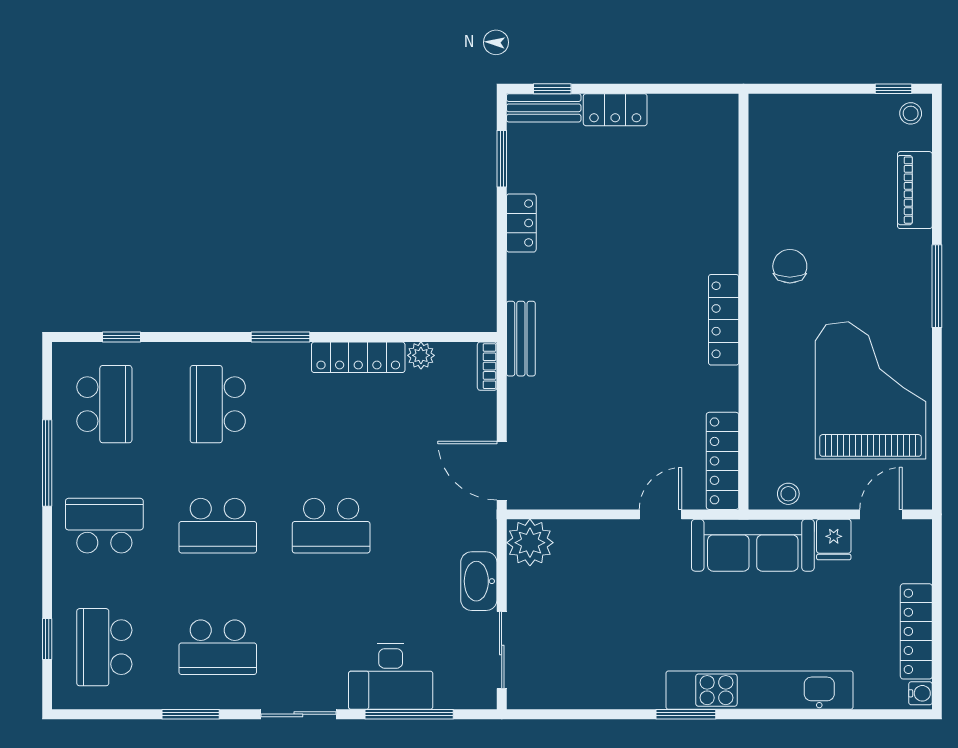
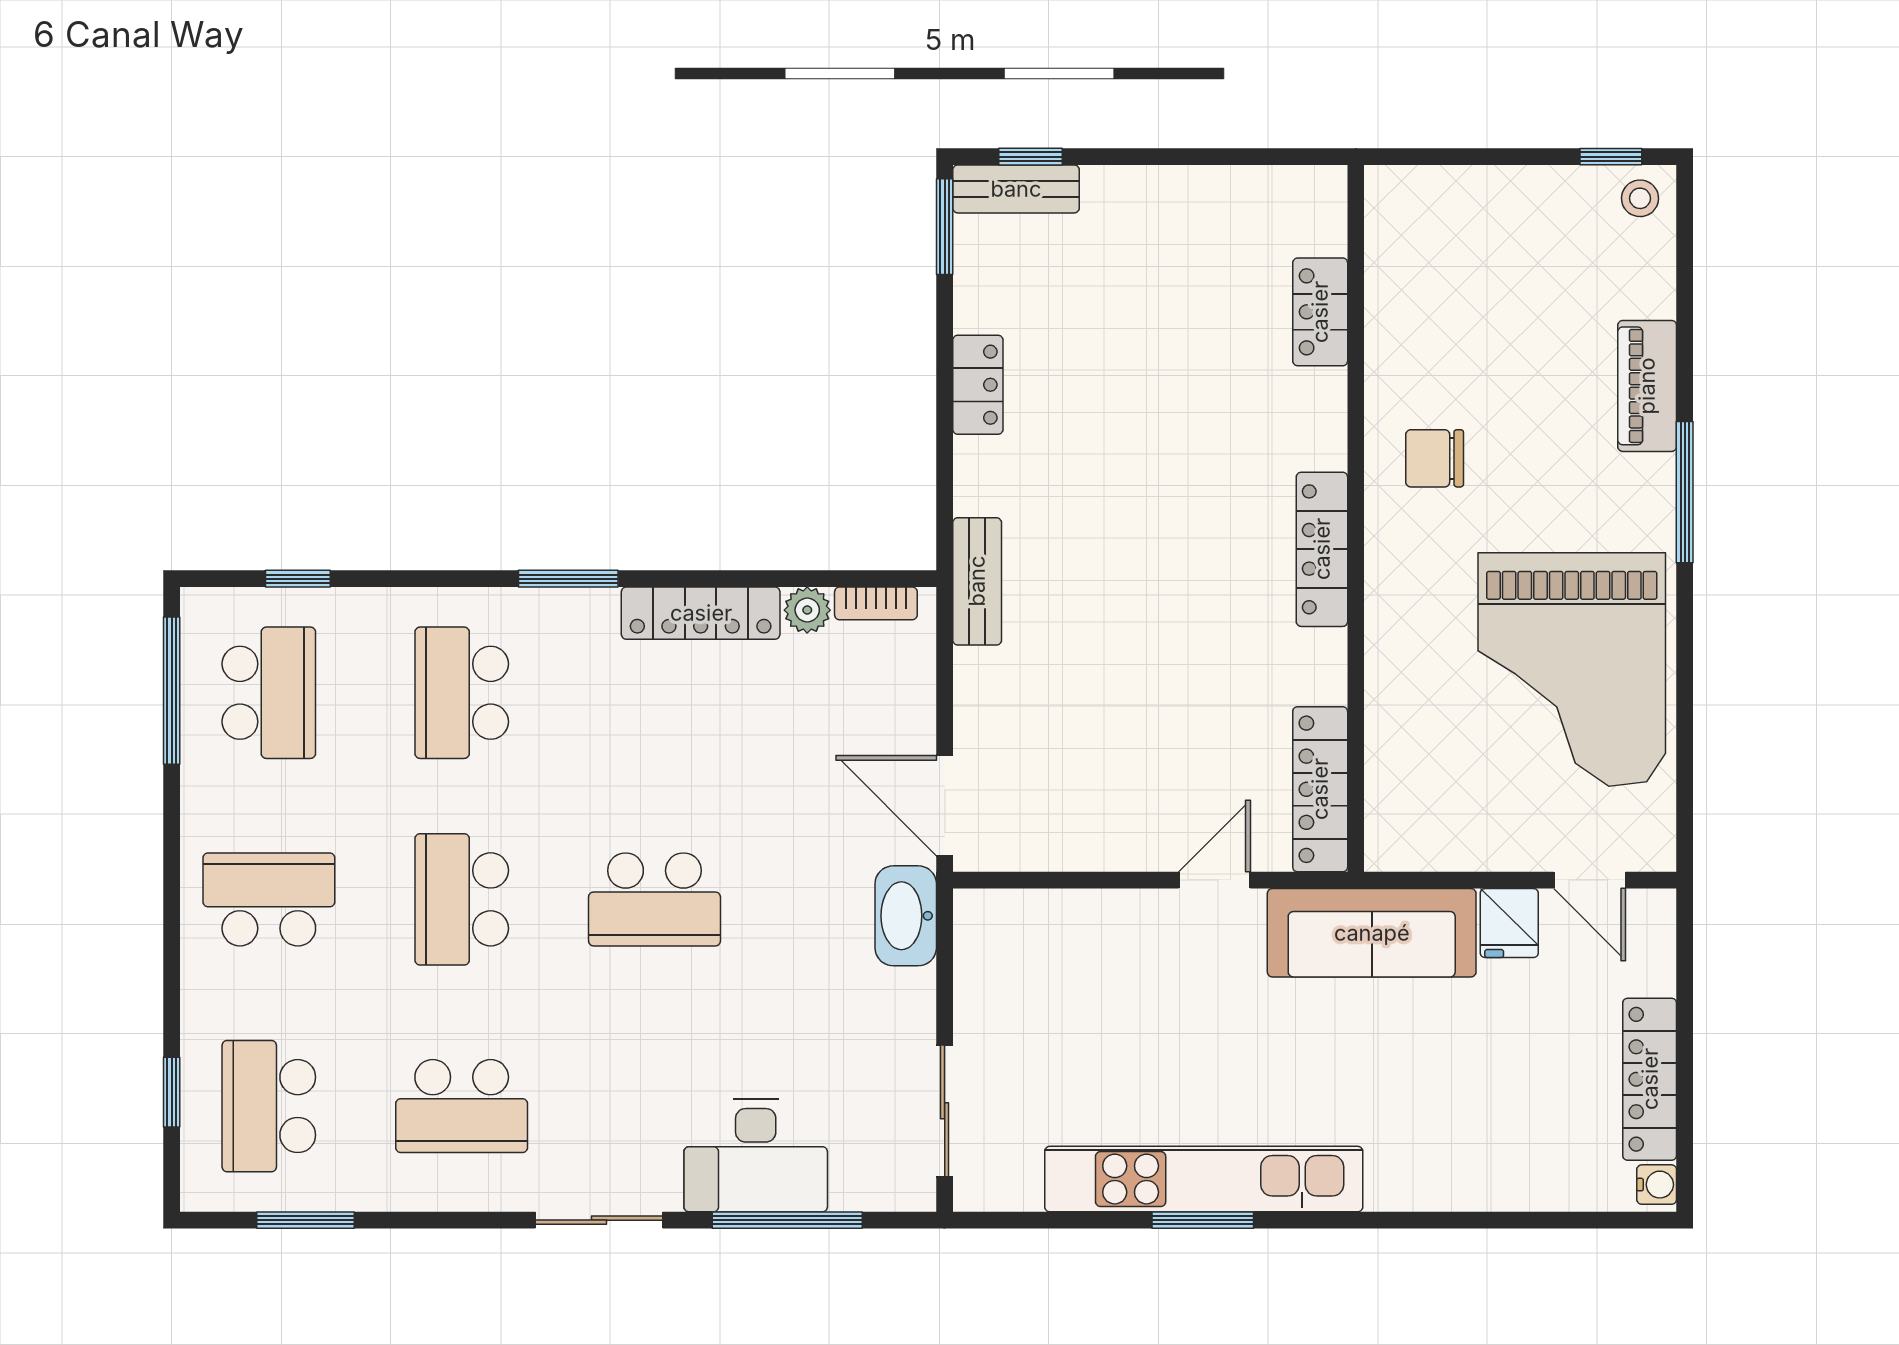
locker: (615, 110) -> (1320, 312), moved, turned 90
window: (502, 159) -> (945, 227), moved
piano: (915, 190) -> (1647, 386), moved
chair: (790, 266) -> (1435, 458), turned -90
bookcase: (487, 366) -> (876, 603), moved, turned -90
grand piano: (870, 390) -> (1572, 670), turned 180
window: (47, 463) -> (172, 691), moved
stool: (788, 494) -> (1432, 845), removed
door: (881, 514) -> (1590, 880), swing flipped
school desk: (218, 526) -> (462, 899), turned 90
plant: (530, 543) -> (993, 928), removed
washbasin: (479, 581) -> (906, 916), moved
kitchen unit: (759, 690) -> (1204, 1179), moved
window: (191, 714) -> (306, 1220), moved
window: (686, 714) -> (1203, 1220), moved

